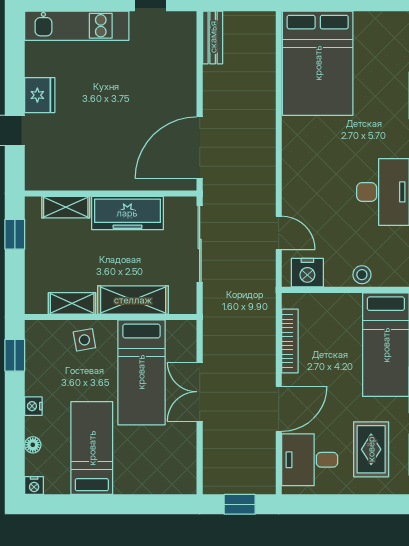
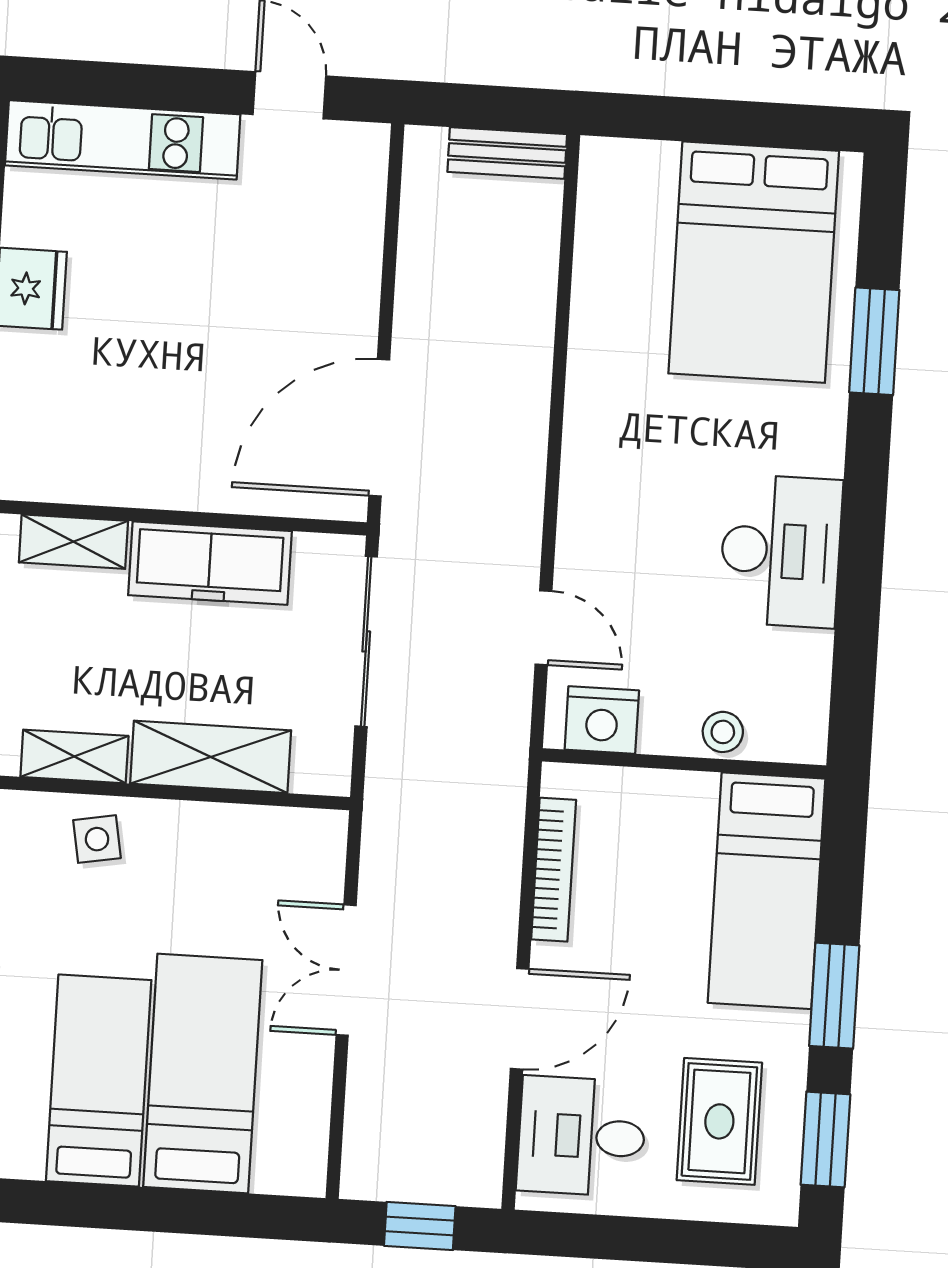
bench: (213, 37) -> (507, 153), moved, turned 90
bed: (318, 63) -> (754, 262), moved
bed: (141, 372) -> (203, 1073), moved, turned 180

